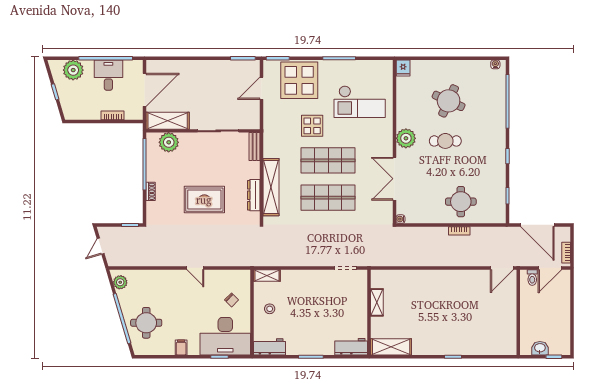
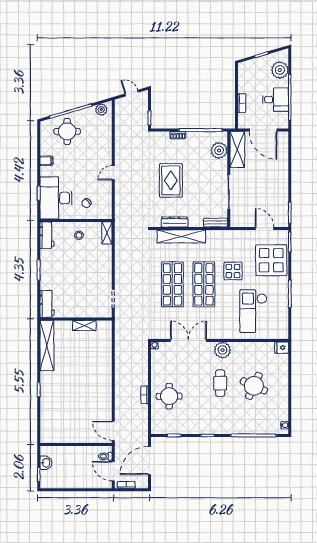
shelving: (391, 347) -> (47, 345), width x1.47

